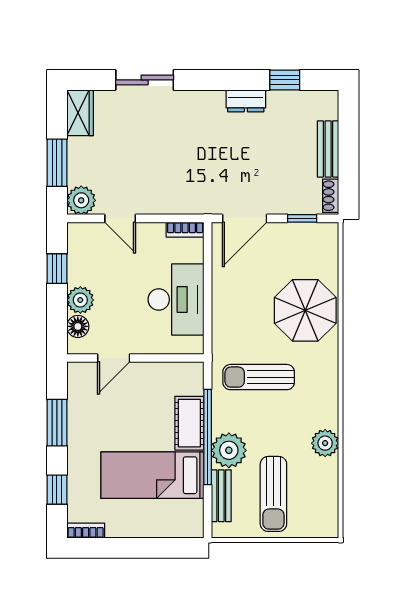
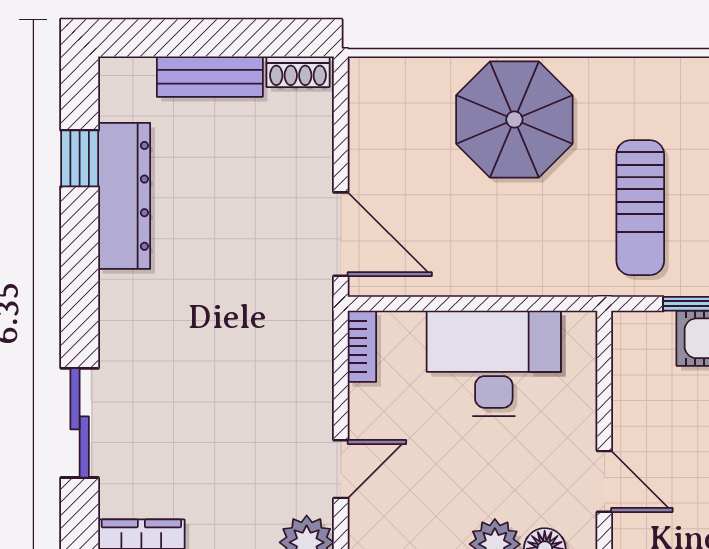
dresser: (246, 101) -> (124, 196), width x1.96, depth x1.24
window: (302, 218) -> (341, 126), removed

